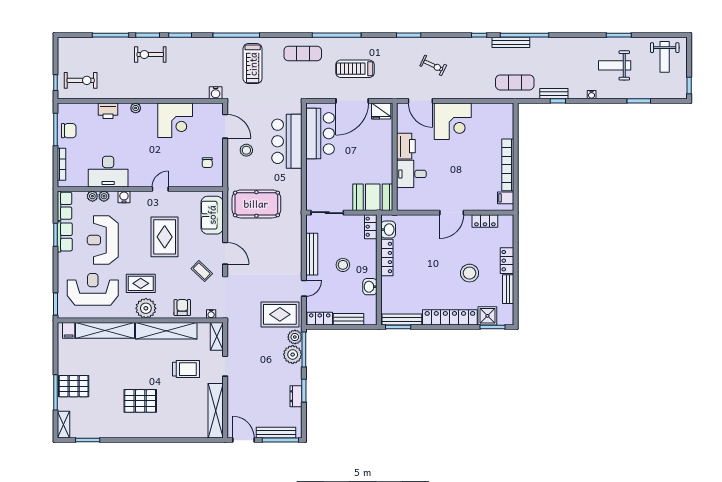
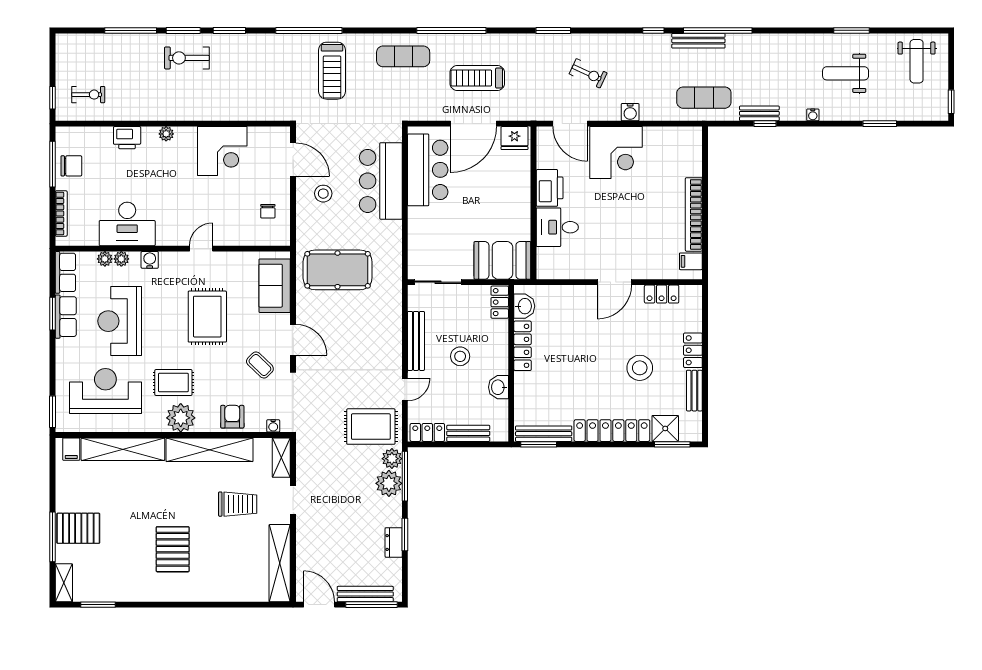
exercise bike: (81, 80) -> (88, 95), width x0.73, depth x0.72
water cooler: (216, 93) -> (630, 112), moved
pallet: (140, 401) -> (173, 549), turned 90

